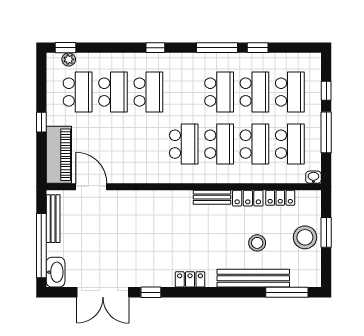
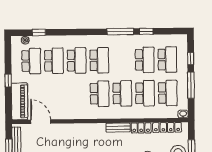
window: (66, 48) -> (39, 32), moved
window: (155, 48) -> (81, 32), removed
school desk: (219, 92) -> (99, 60), moved
locker: (280, 198) -> (167, 127), width x1.53

